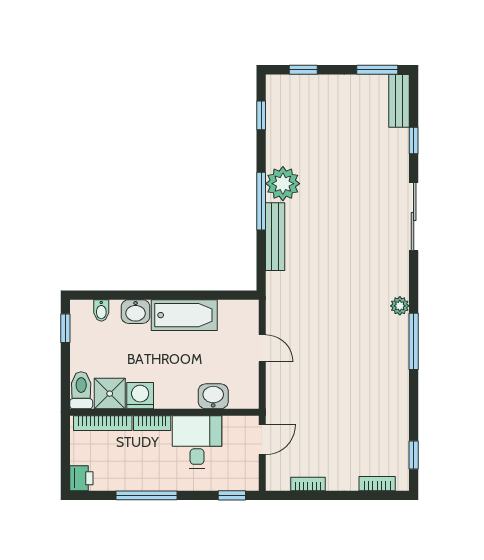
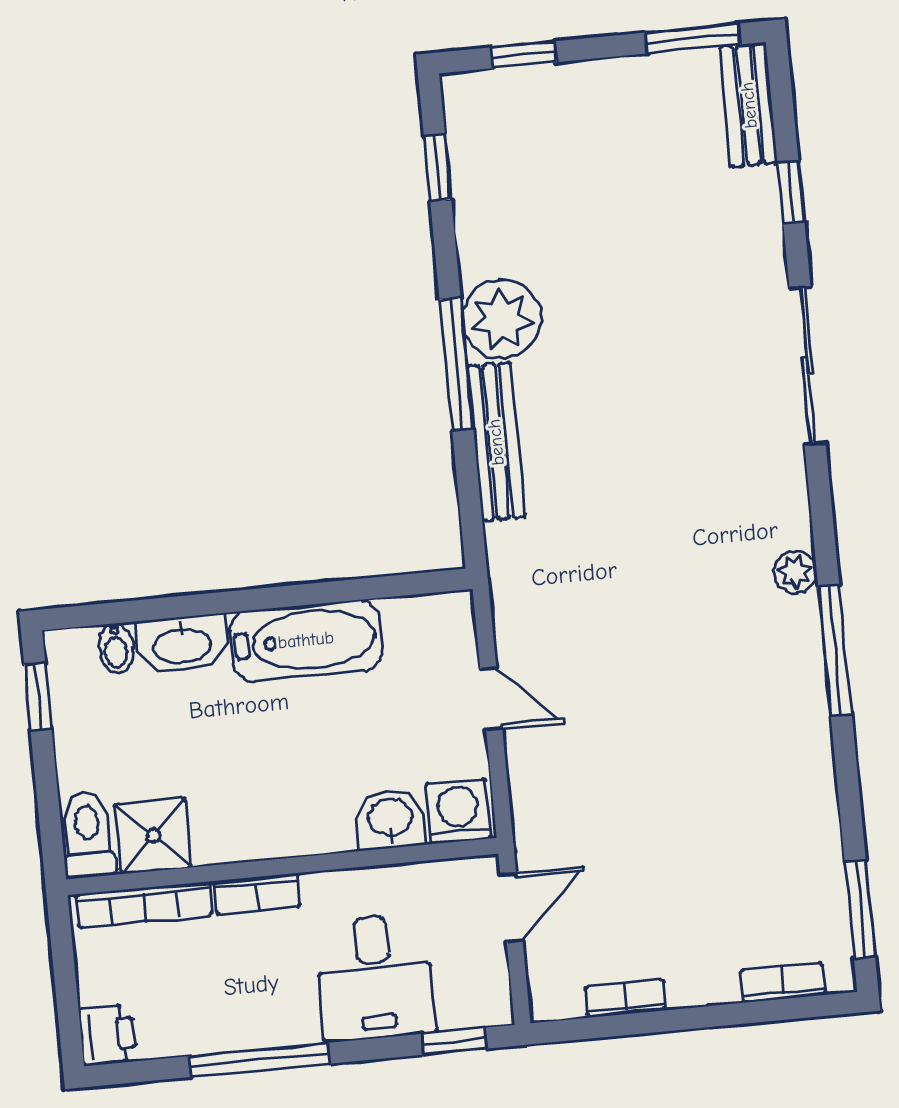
washbasin: (136, 312) -> (182, 644), width x1.38
washing machine: (140, 396) -> (458, 811), moved
desk: (197, 442) -> (375, 977), moved, turned 180
window: (414, 455) -> (860, 909), width x1.50

